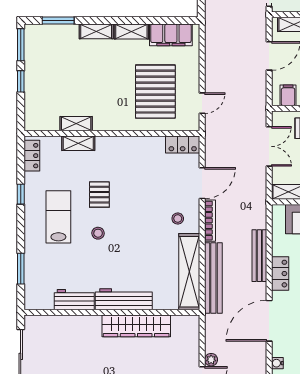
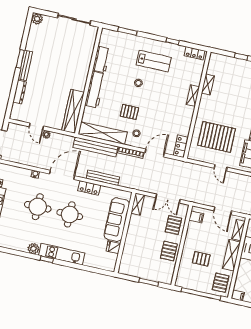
door: (202, 103) -> (221, 168), moved
shelving: (78, 143) -> (193, 96), moved
door: (202, 183) -> (155, 153), swing flipped
pallet: (99, 195) -> (129, 112), moved
door: (269, 321) -> (62, 175), hinge flipped
wardrobe: (136, 326) -> (73, 111), moved

